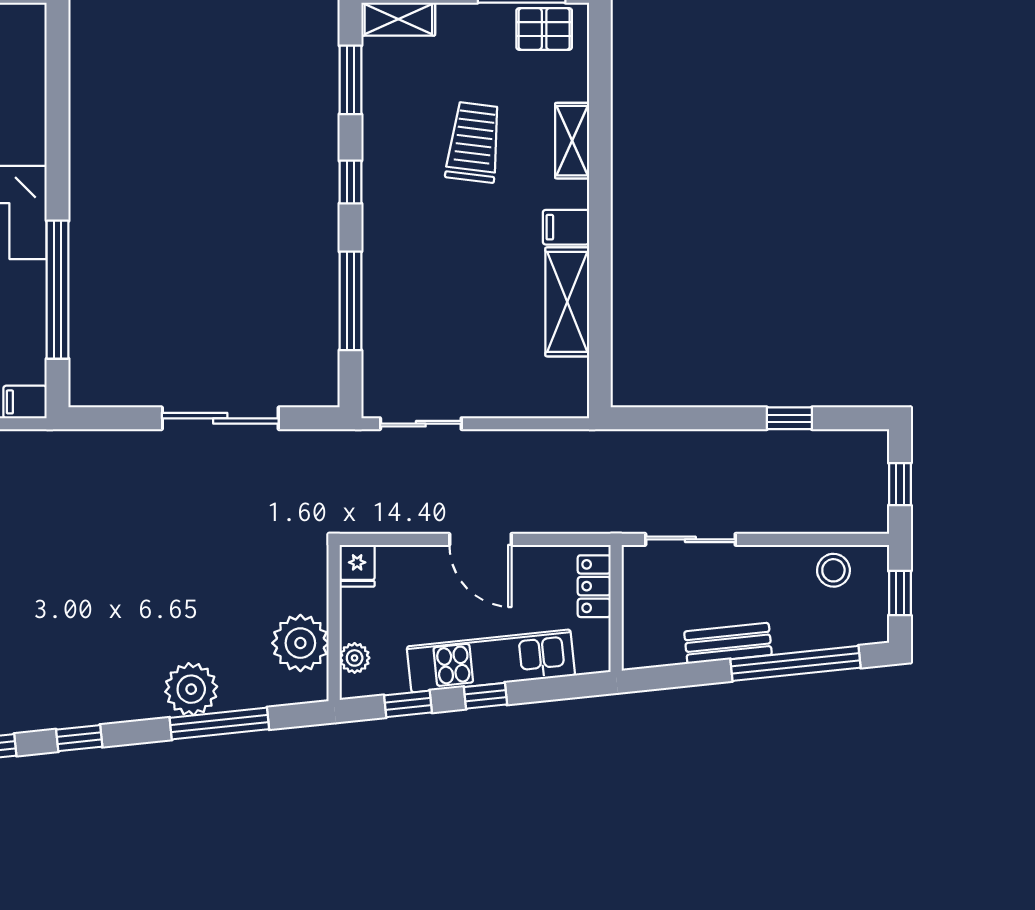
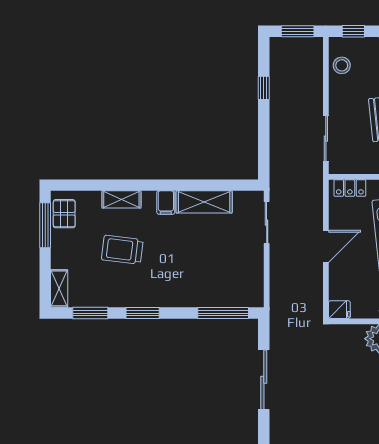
window: (350, 182) -> (143, 313), width x1.50
window: (350, 301) -> (223, 313), moved
sliding door: (421, 424) -> (267, 223), moved
window: (900, 484) -> (298, 31), width x1.50

